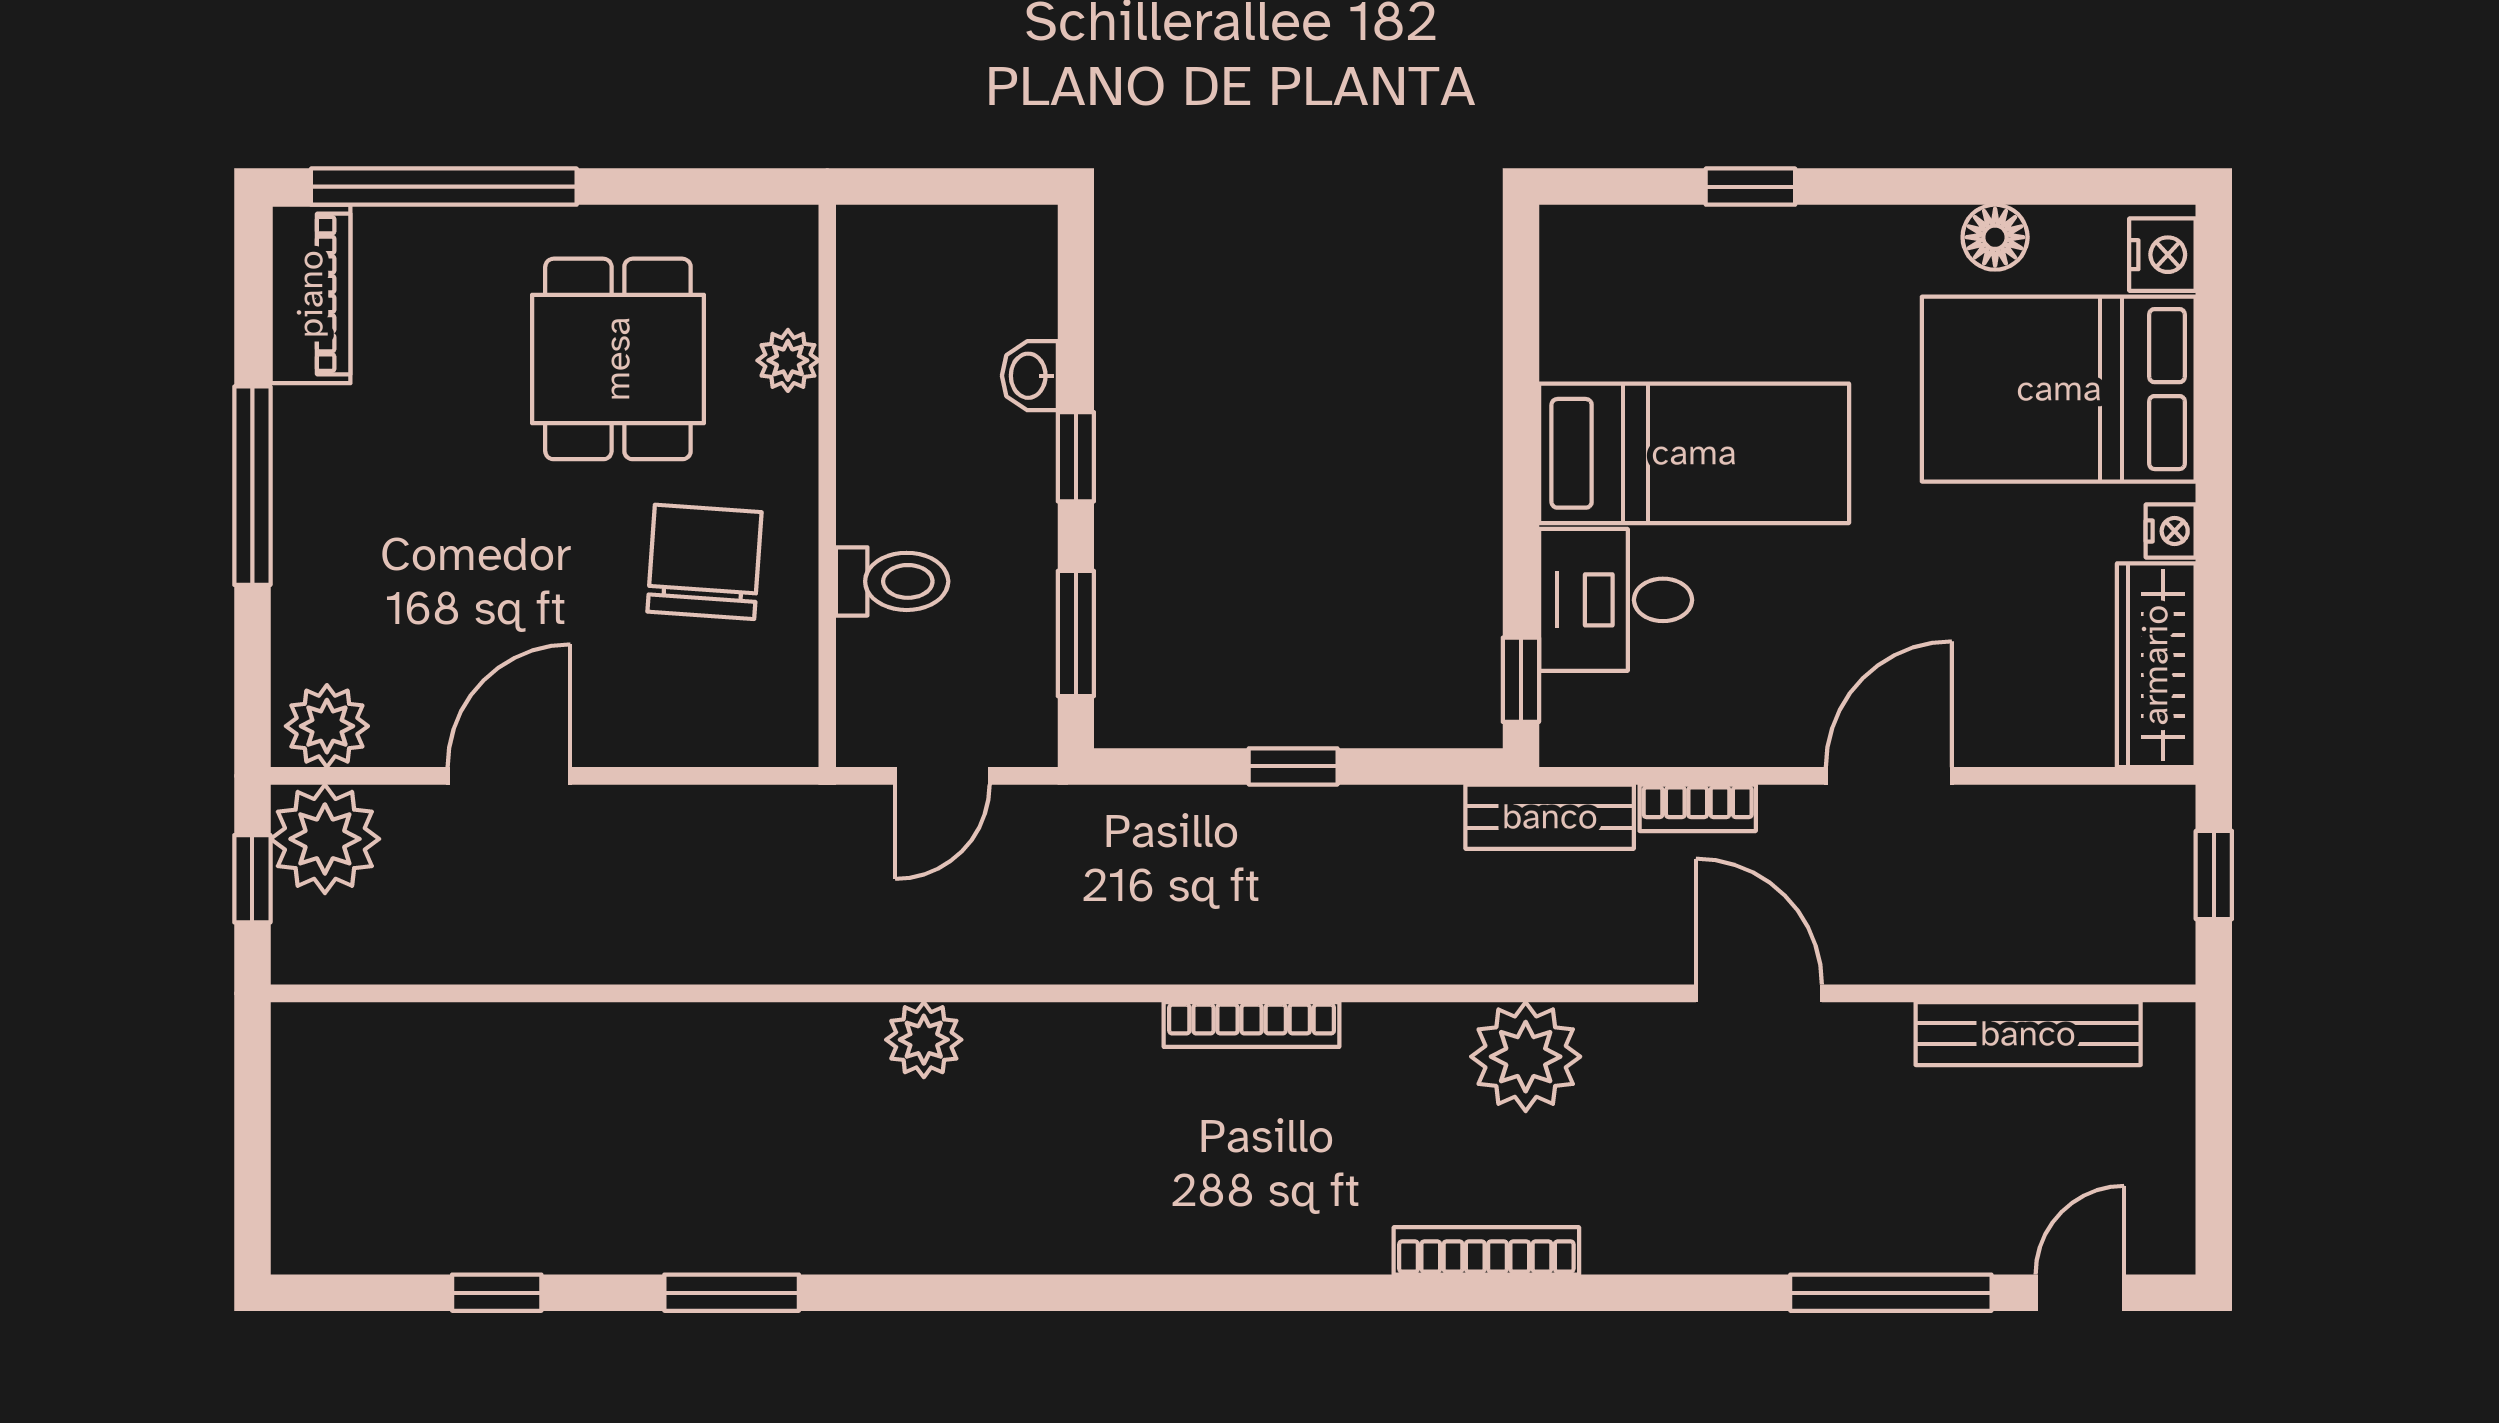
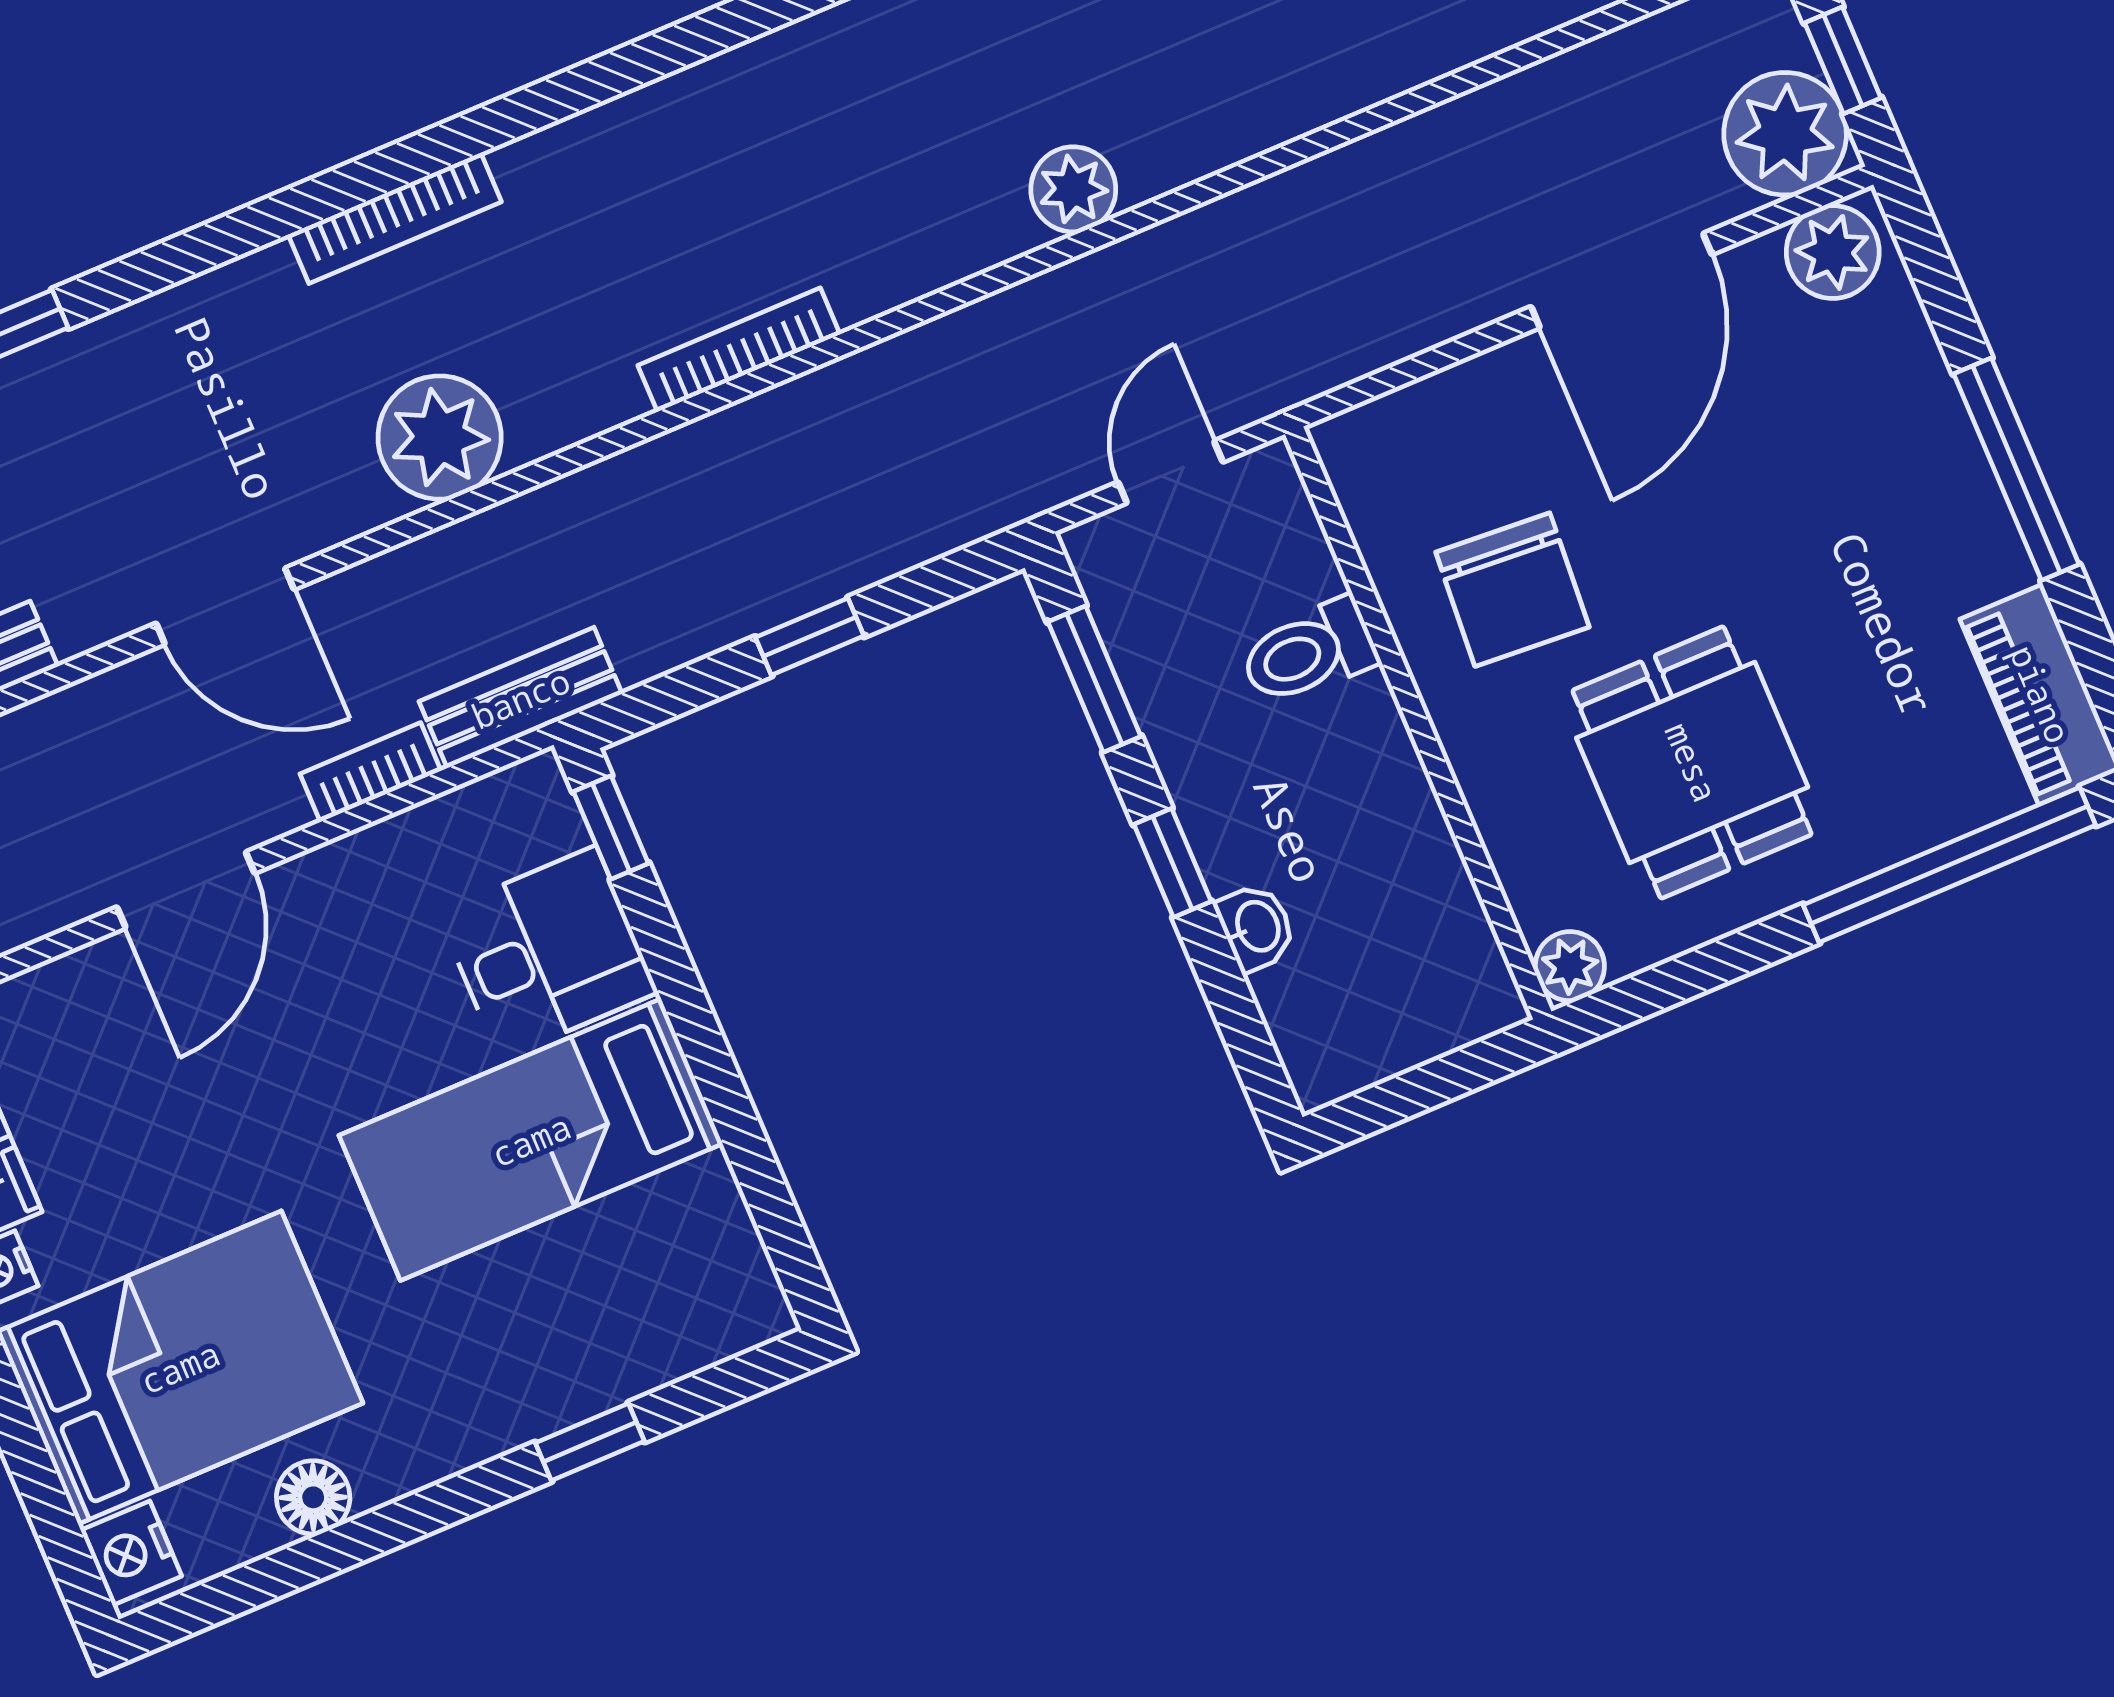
plant: (788, 360) -> (1570, 966), moved
door: (509, 776) -> (1621, 281), width x1.36

